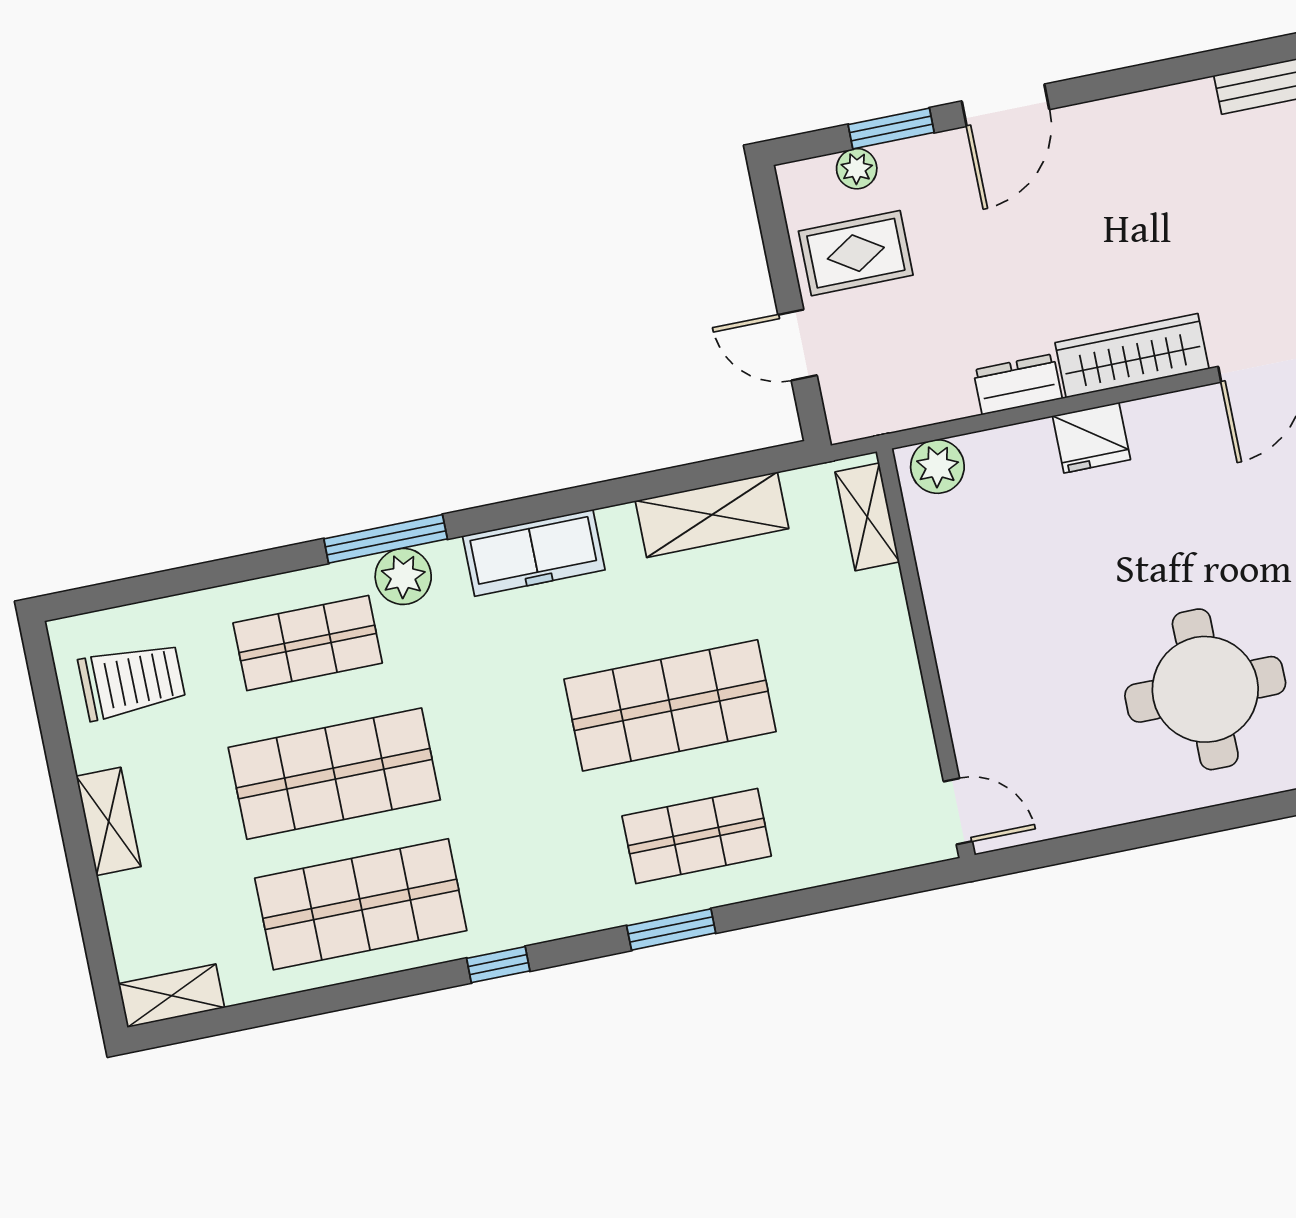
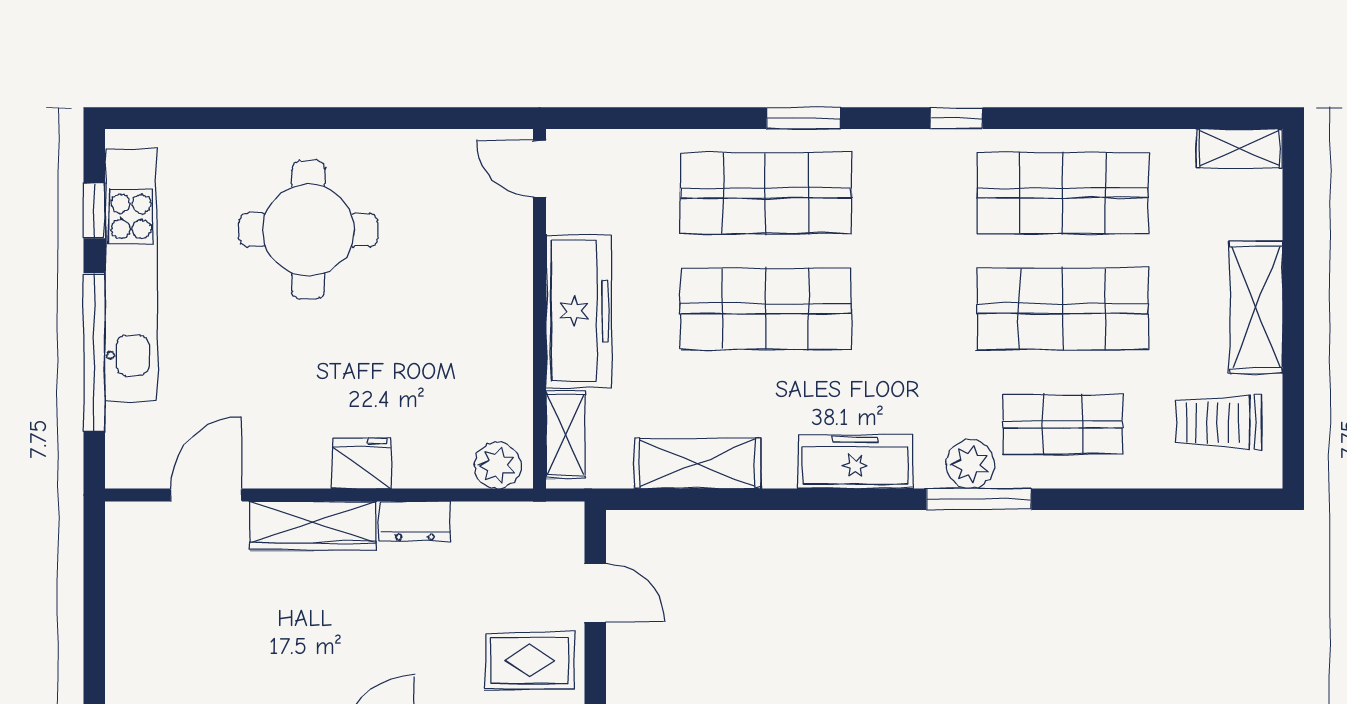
freezer: (881, 660) -> (579, 311), added
shelving: (109, 821) -> (1256, 307), width x1.50, depth x1.33
shop shelf: (697, 836) -> (766, 193), width x1.43, depth x1.36

